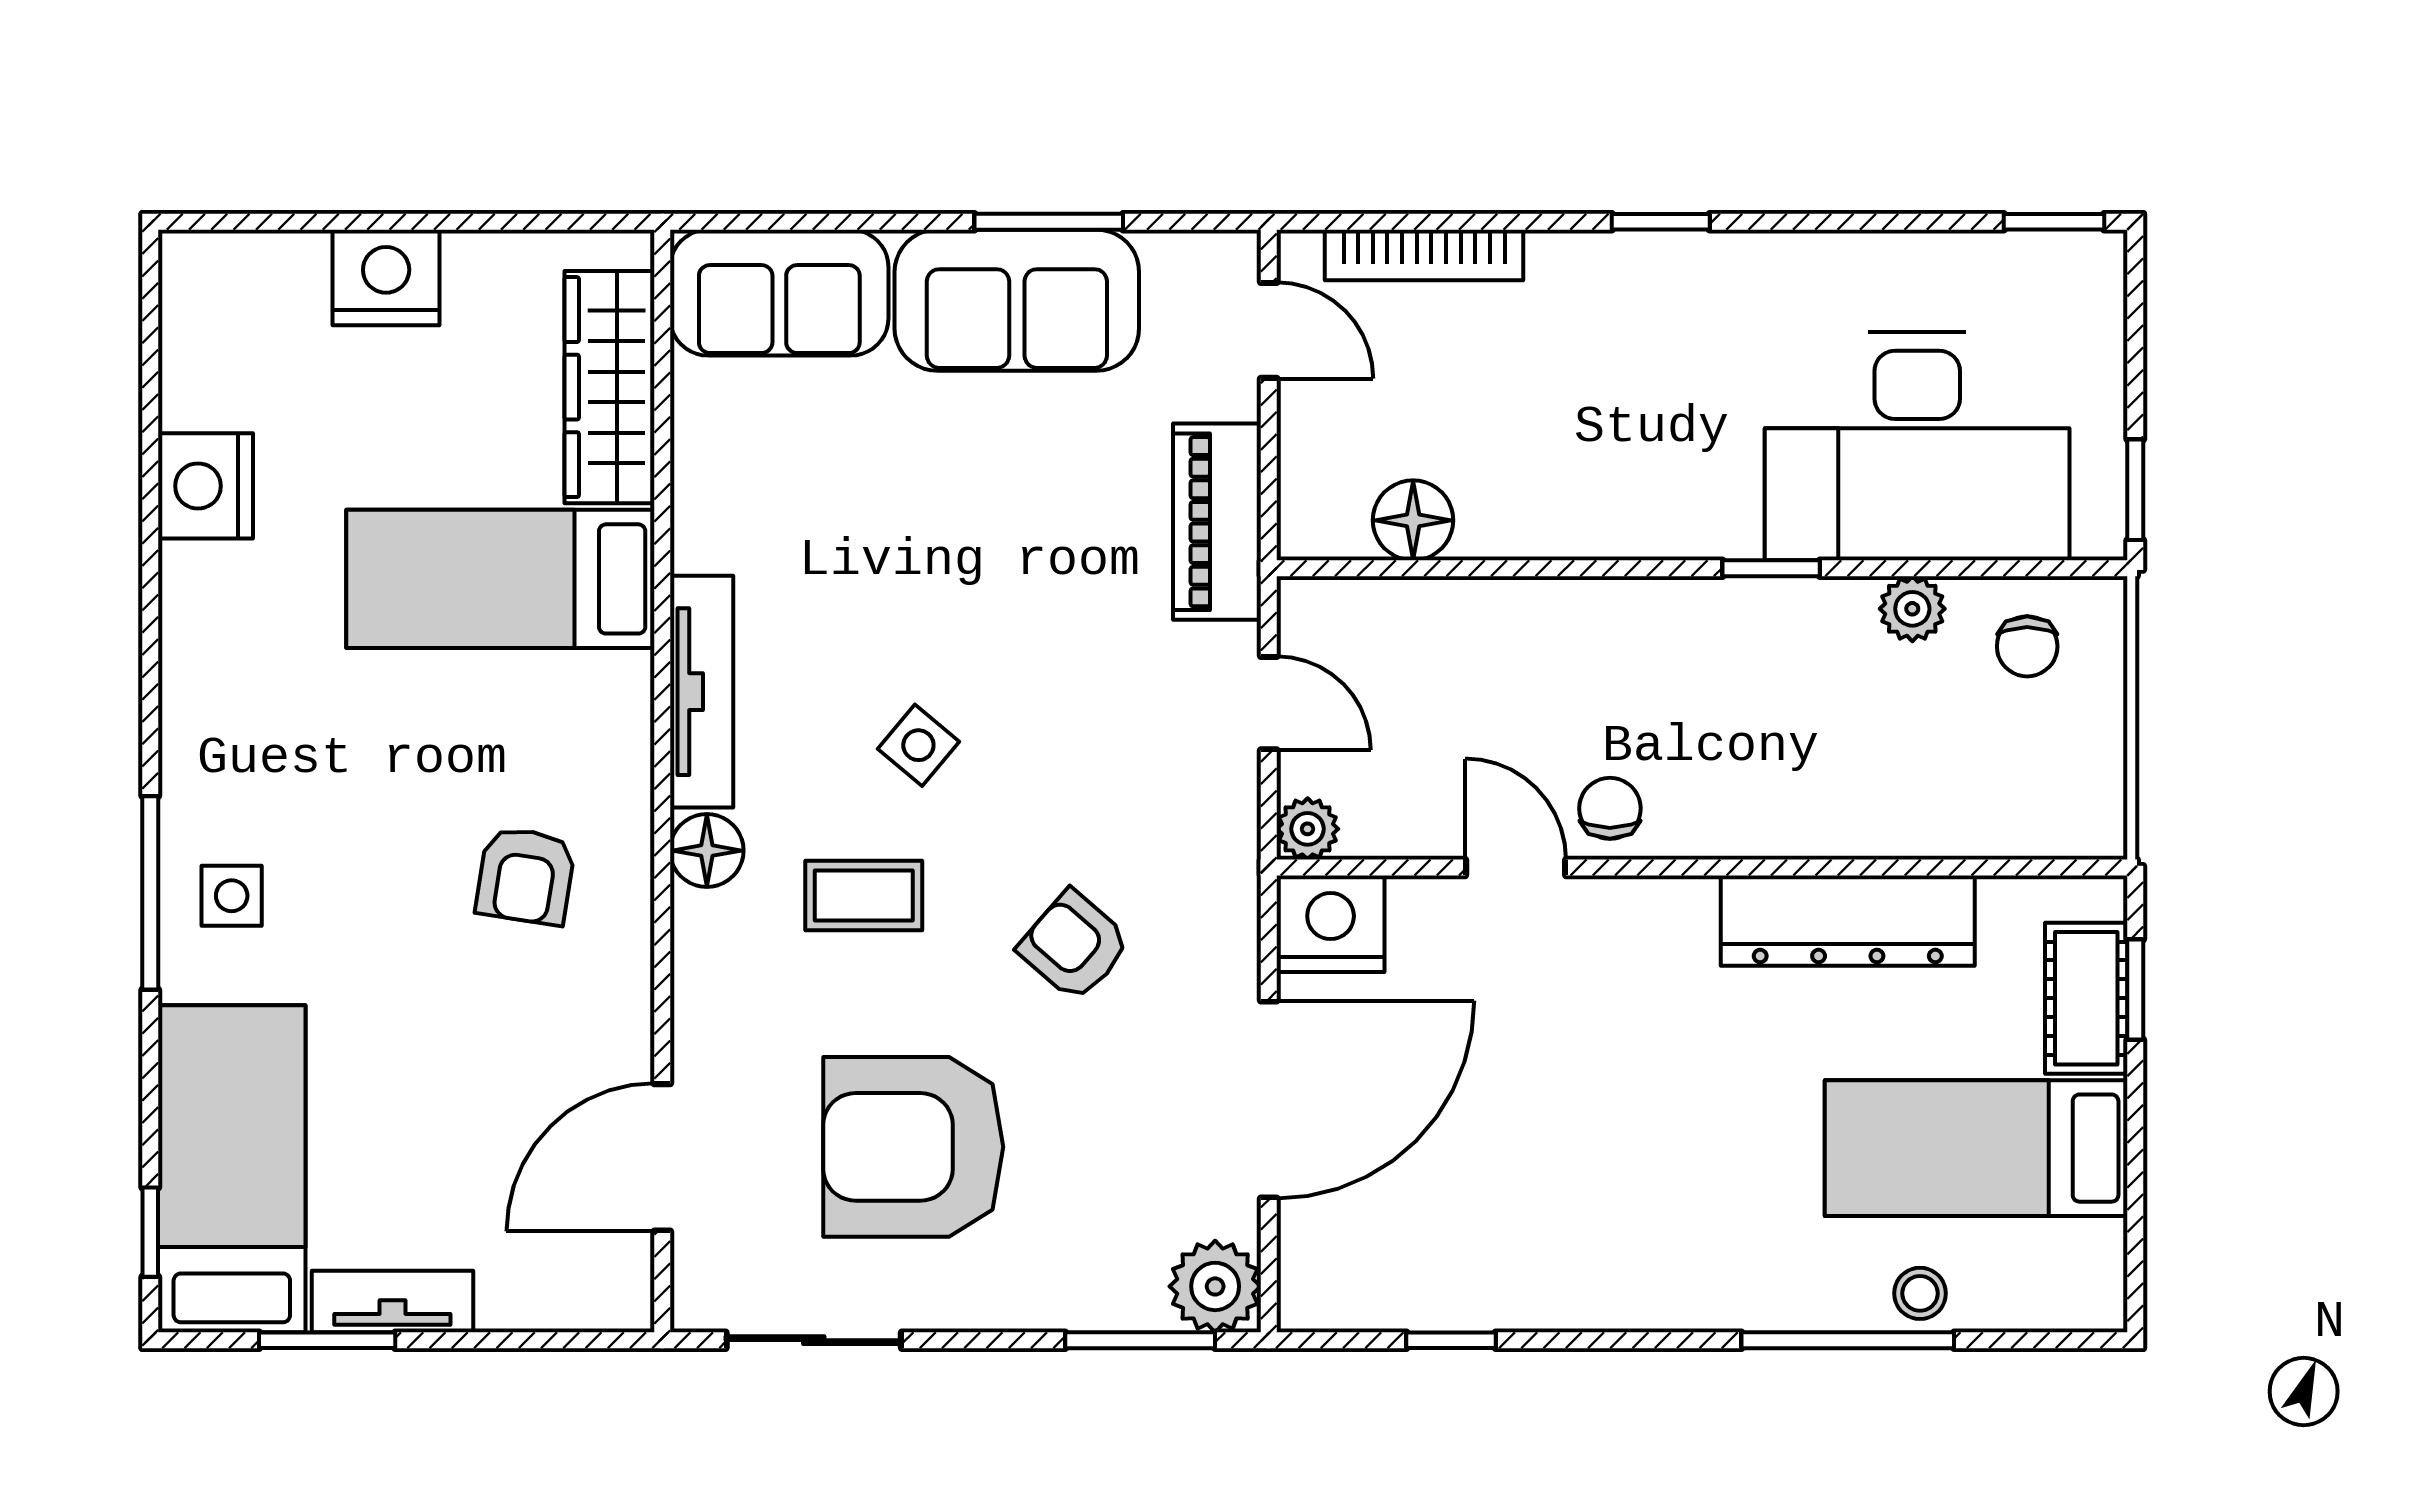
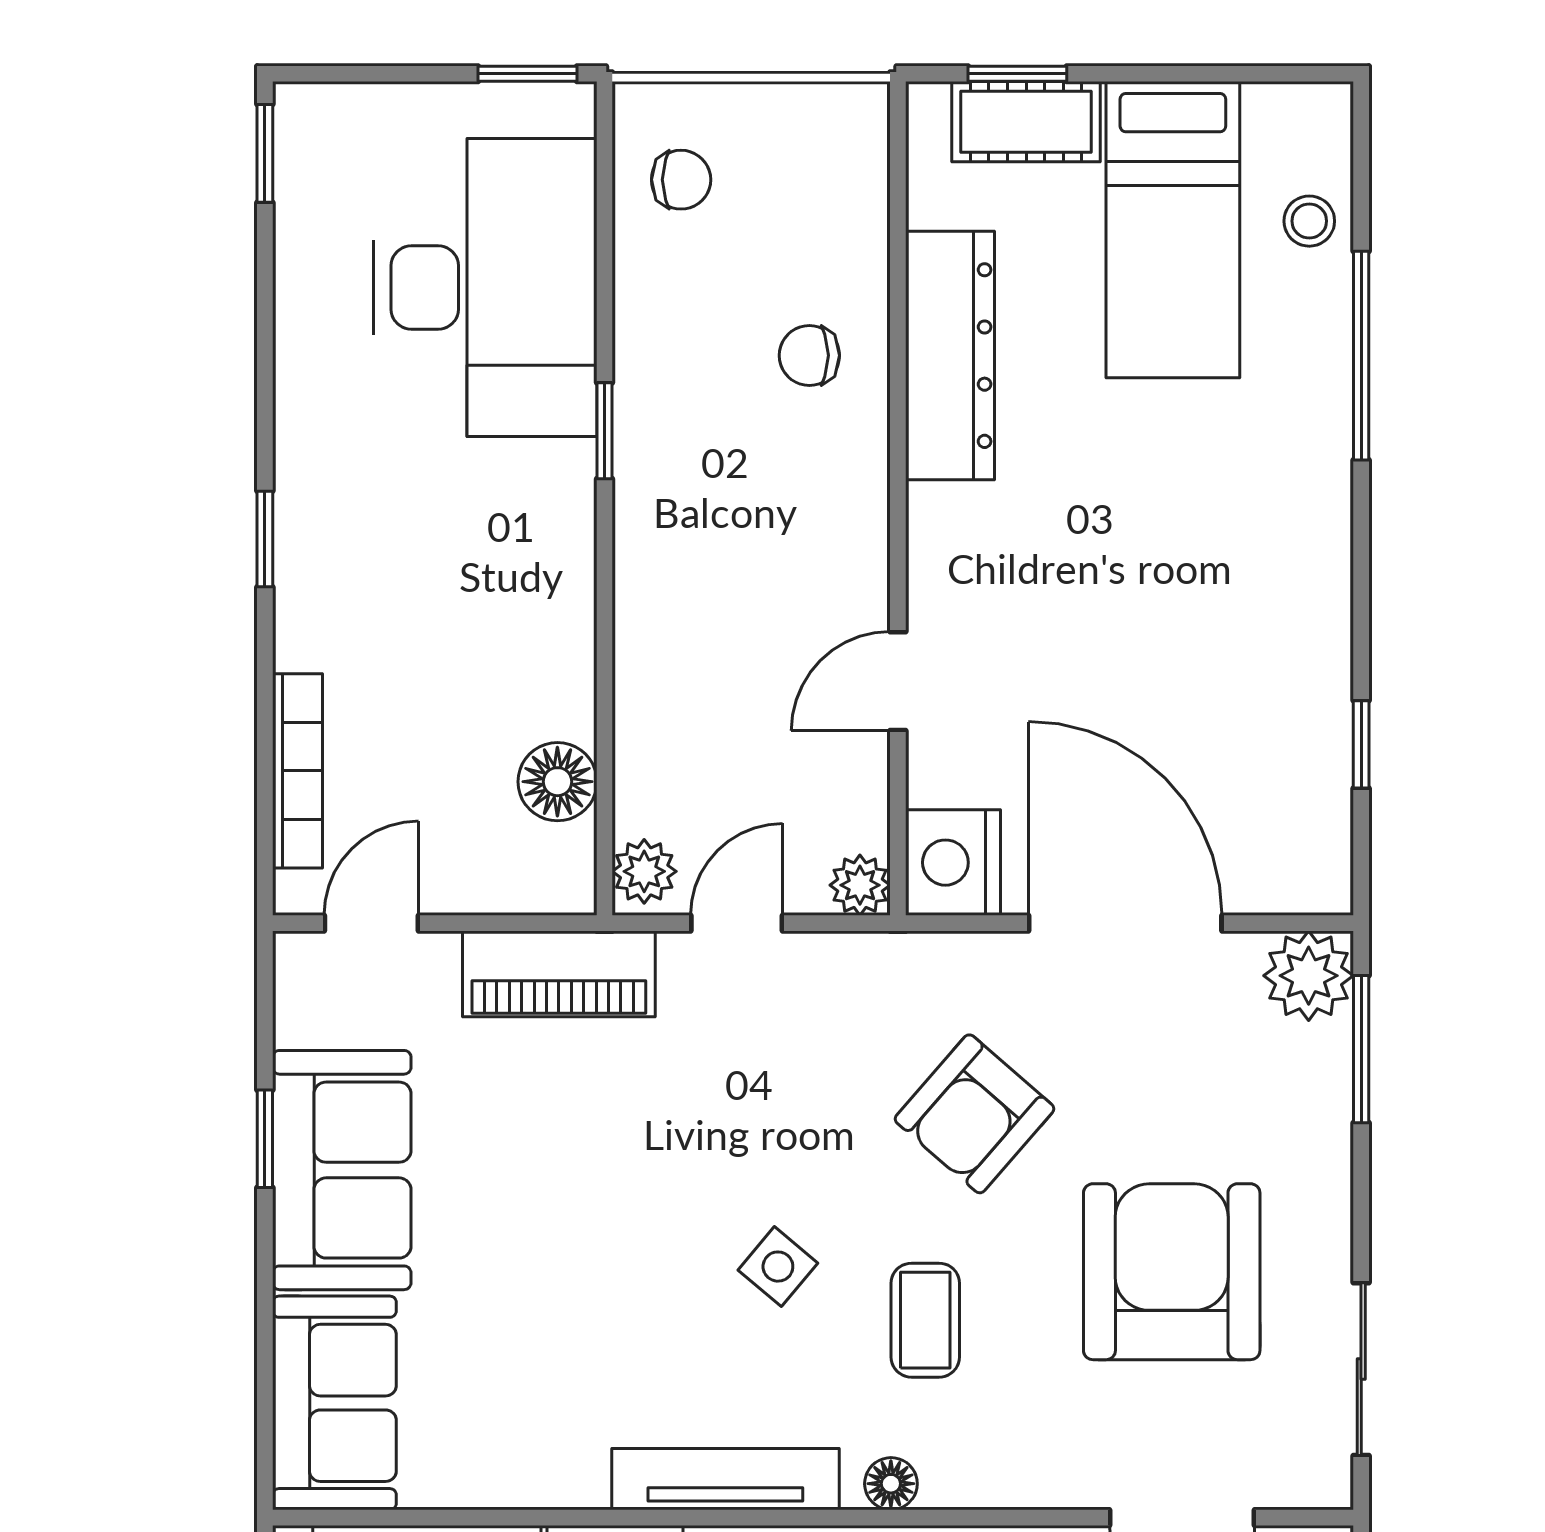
window: (1049, 222) -> (265, 1139), width x0.67
plant: (1912, 609) -> (644, 871), moved
chair: (1610, 808) -> (809, 355), moved
floor lamp: (707, 851) -> (891, 1484), width x0.73, depth x0.73
armchair: (1074, 946) -> (975, 1114), width x1.38, depth x1.38
armchair: (913, 1147) -> (1172, 1272), turned 180
stool: (1920, 1293) -> (1309, 221), moved

